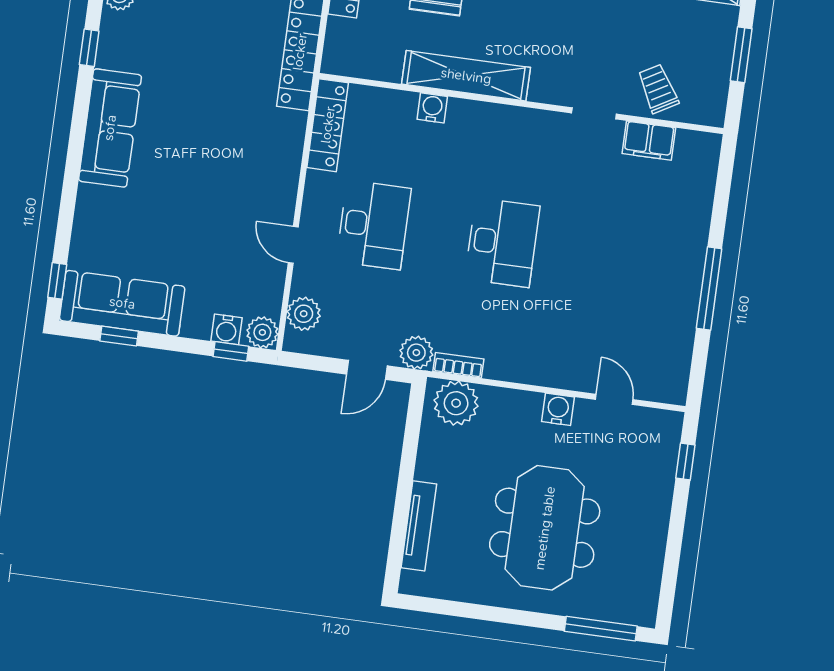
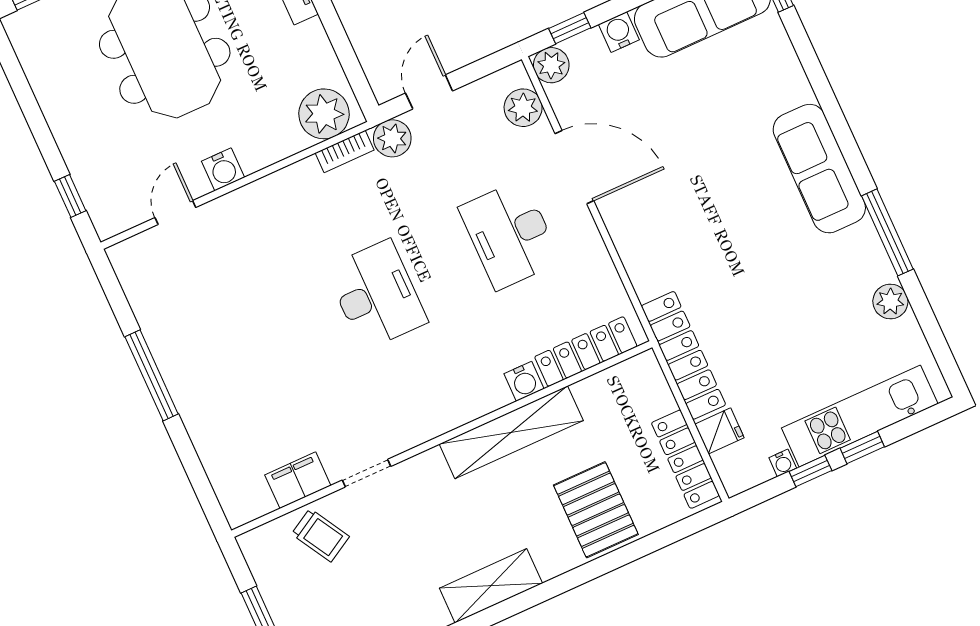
window: (89, 48) -> (887, 232), width x2.17
locker: (328, 125) -> (586, 352), moved, turned 90
desk: (502, 242) -> (376, 295), turned 180
door: (293, 245) -> (574, 167), width x1.87
water cooler: (226, 329) -> (619, 32), moved
door: (614, 399) -> (175, 213), swing flipped

